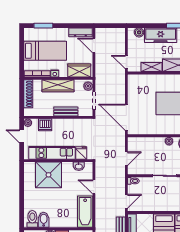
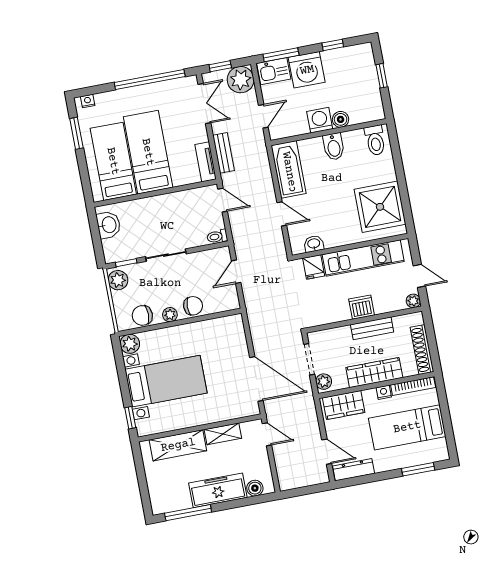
bench: (66, 111) -> (372, 328), moved
door: (126, 117) -> (256, 379), moved
dishwasher: (45, 125) -> (362, 307), moved
chair: (155, 144) -> (193, 306), added
shower: (48, 175) -> (380, 207), moved
door: (126, 201) -> (223, 200), swing flipped
bidet: (44, 220) -> (334, 147), moved

